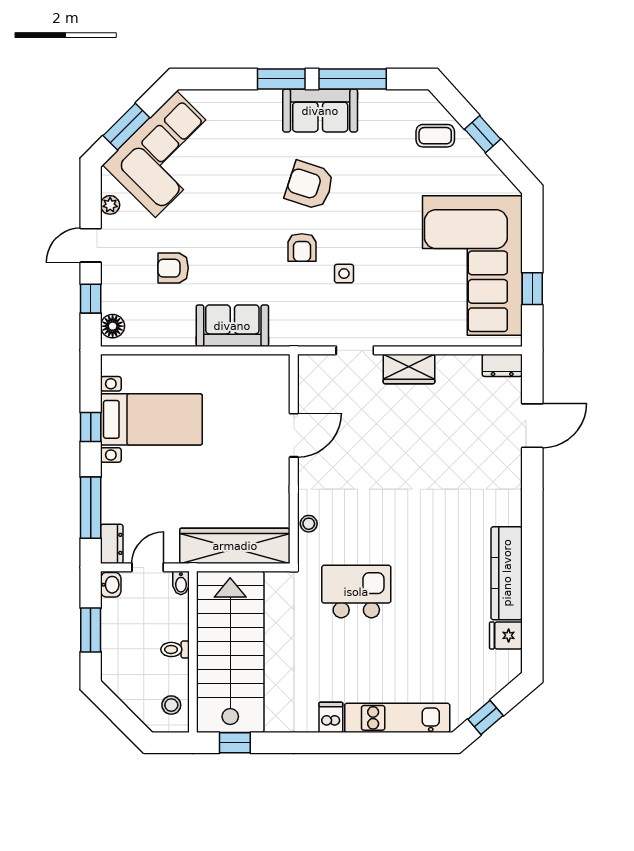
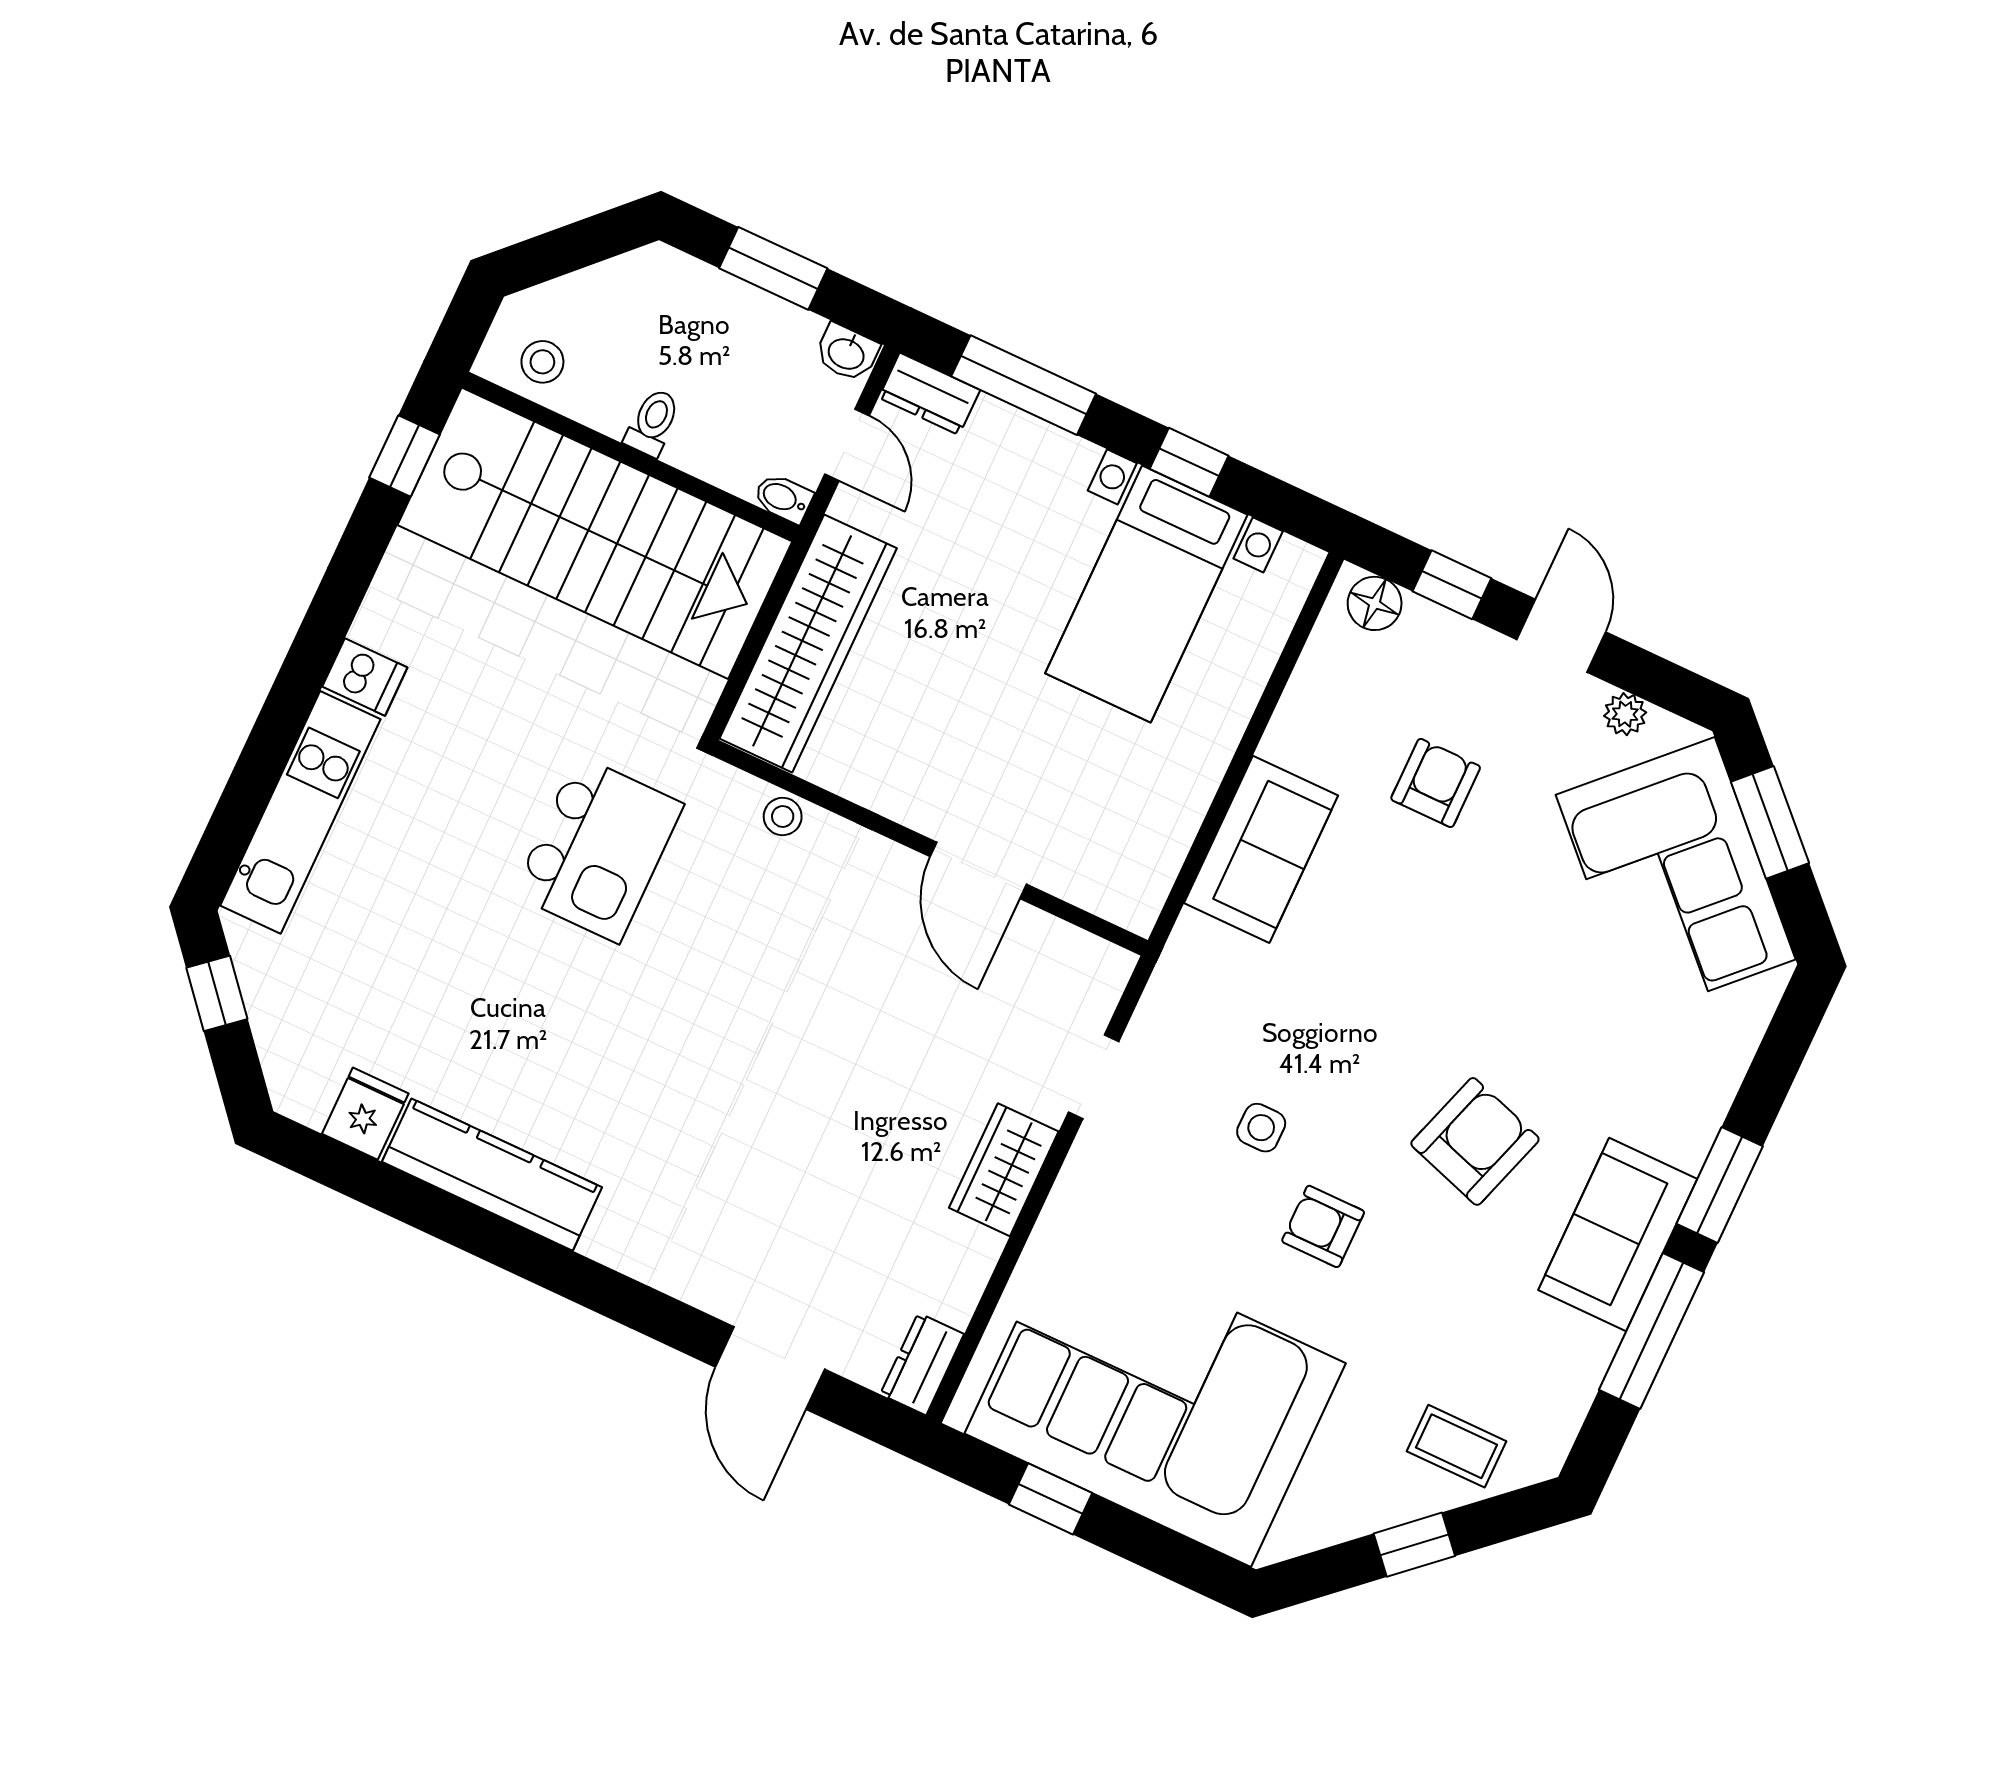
coffee table: (435, 136) -> (1457, 1446), turned 90
armchair: (302, 247) -> (1323, 1226), moved

